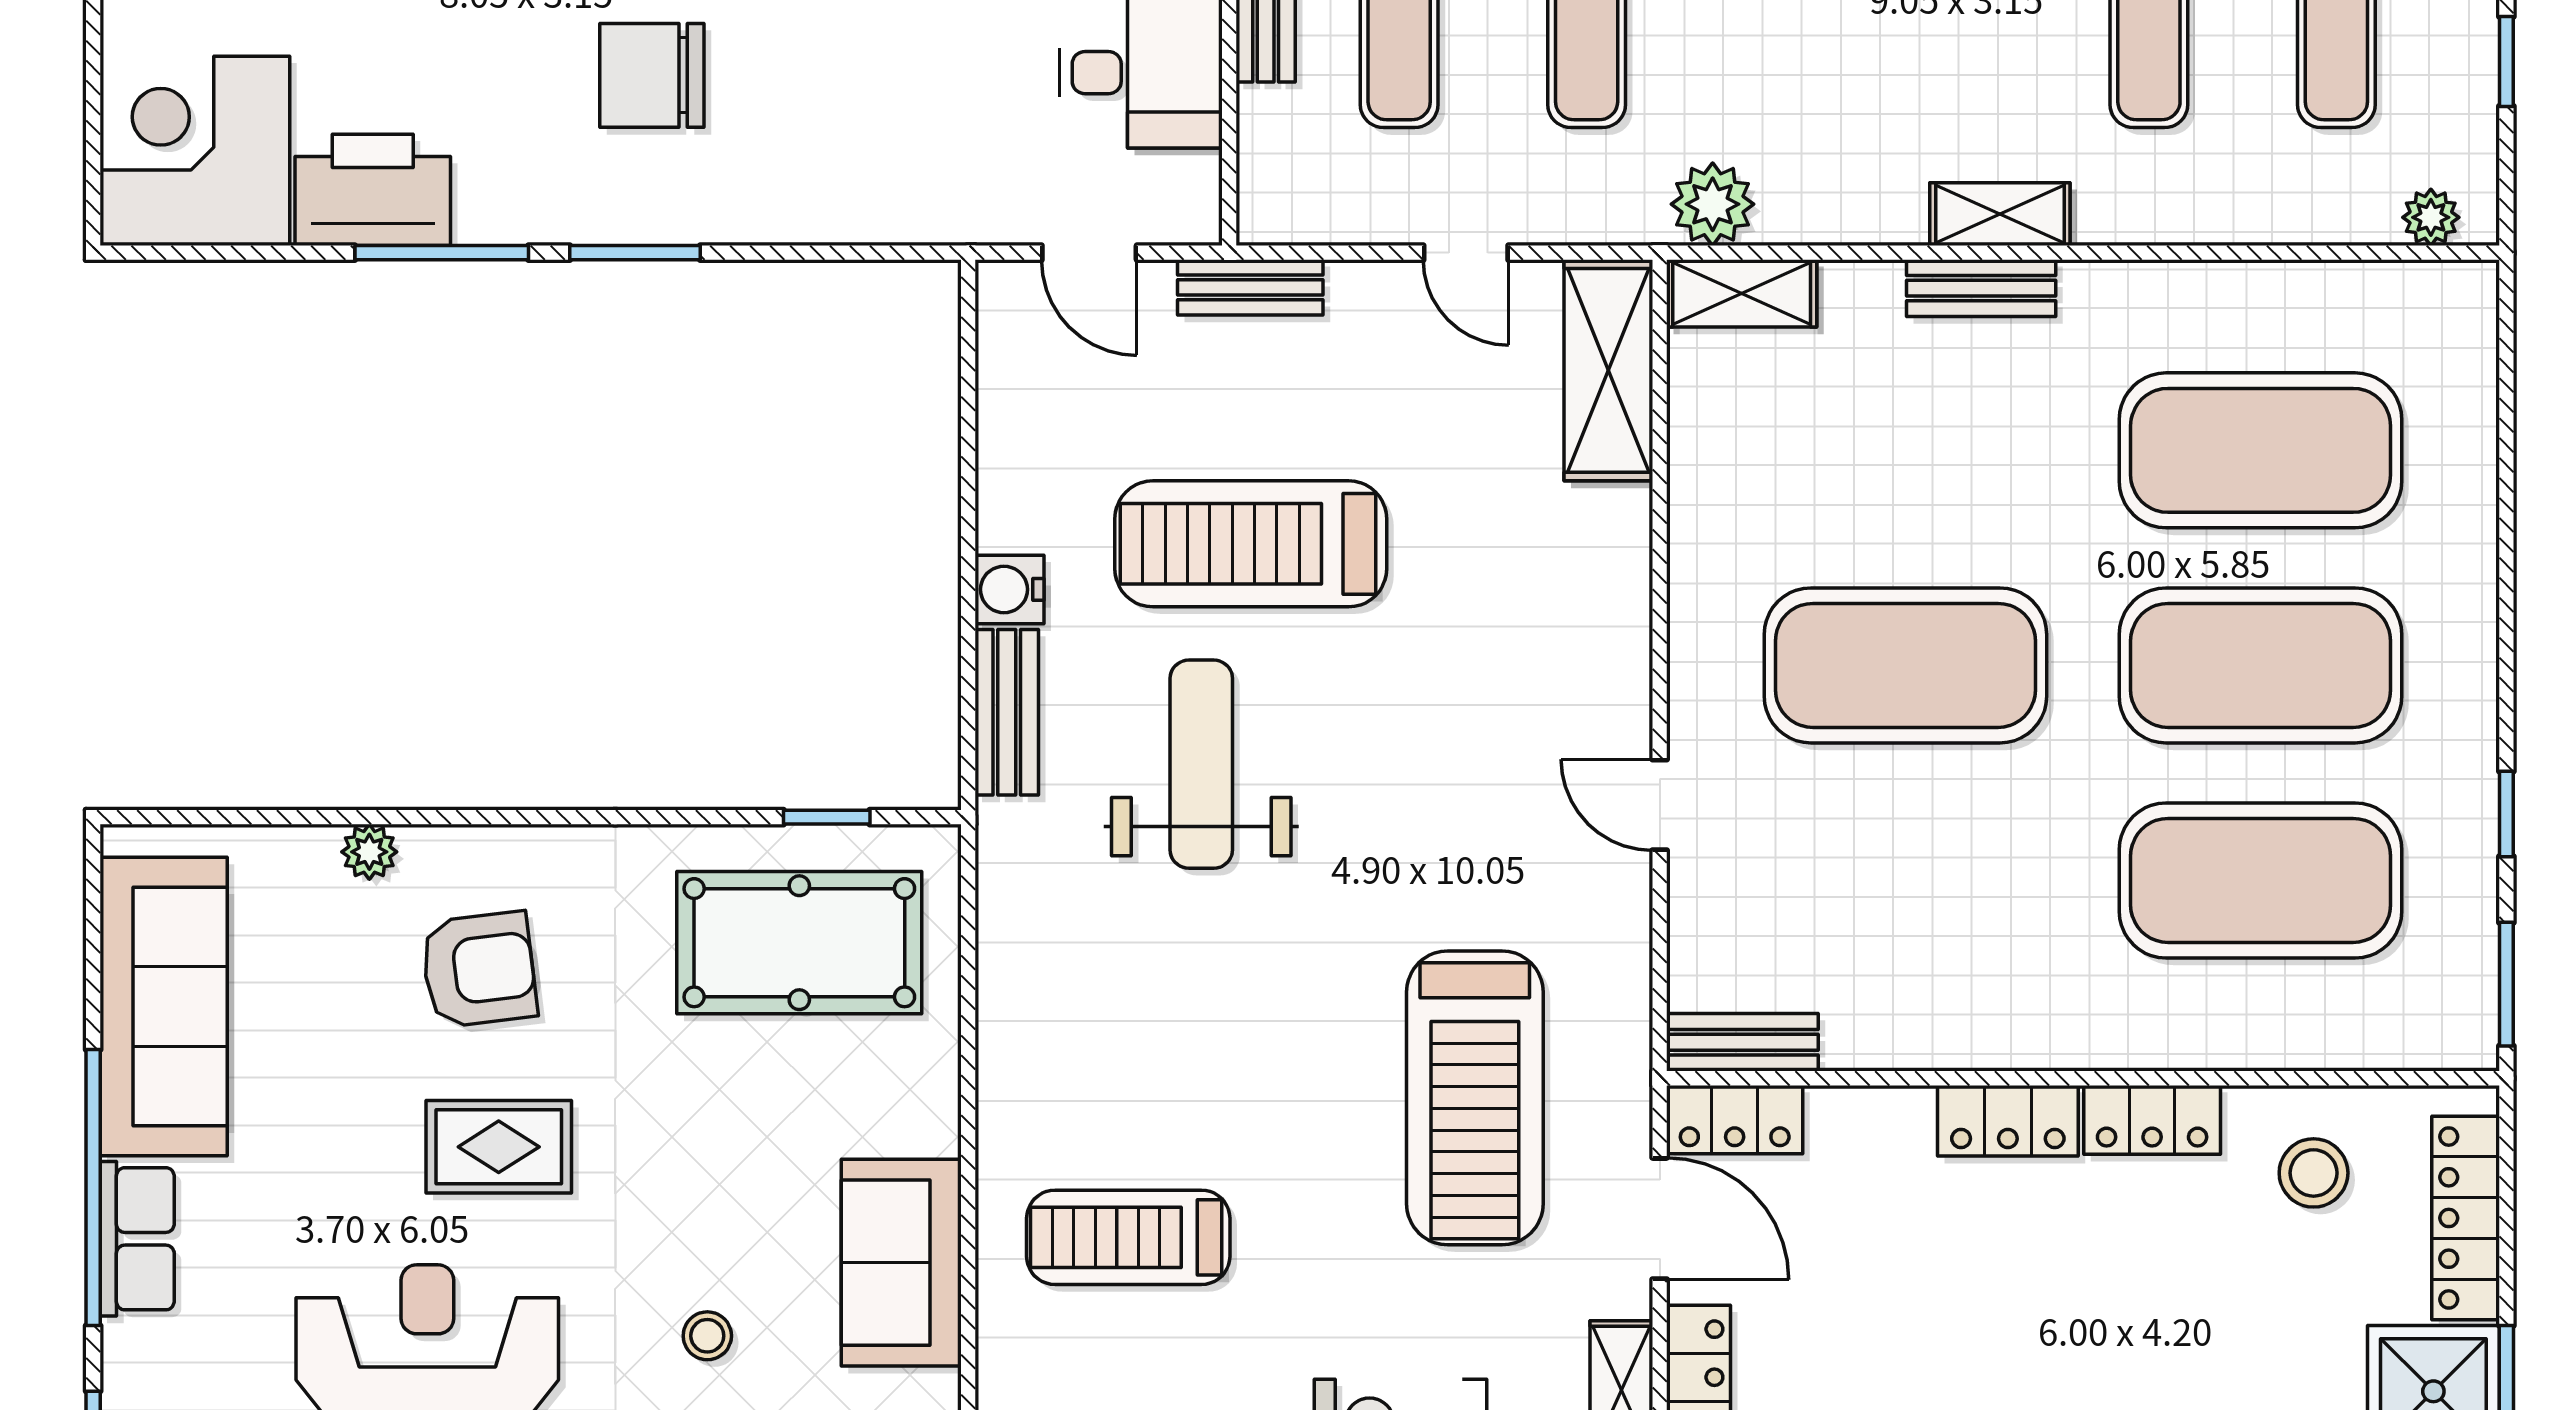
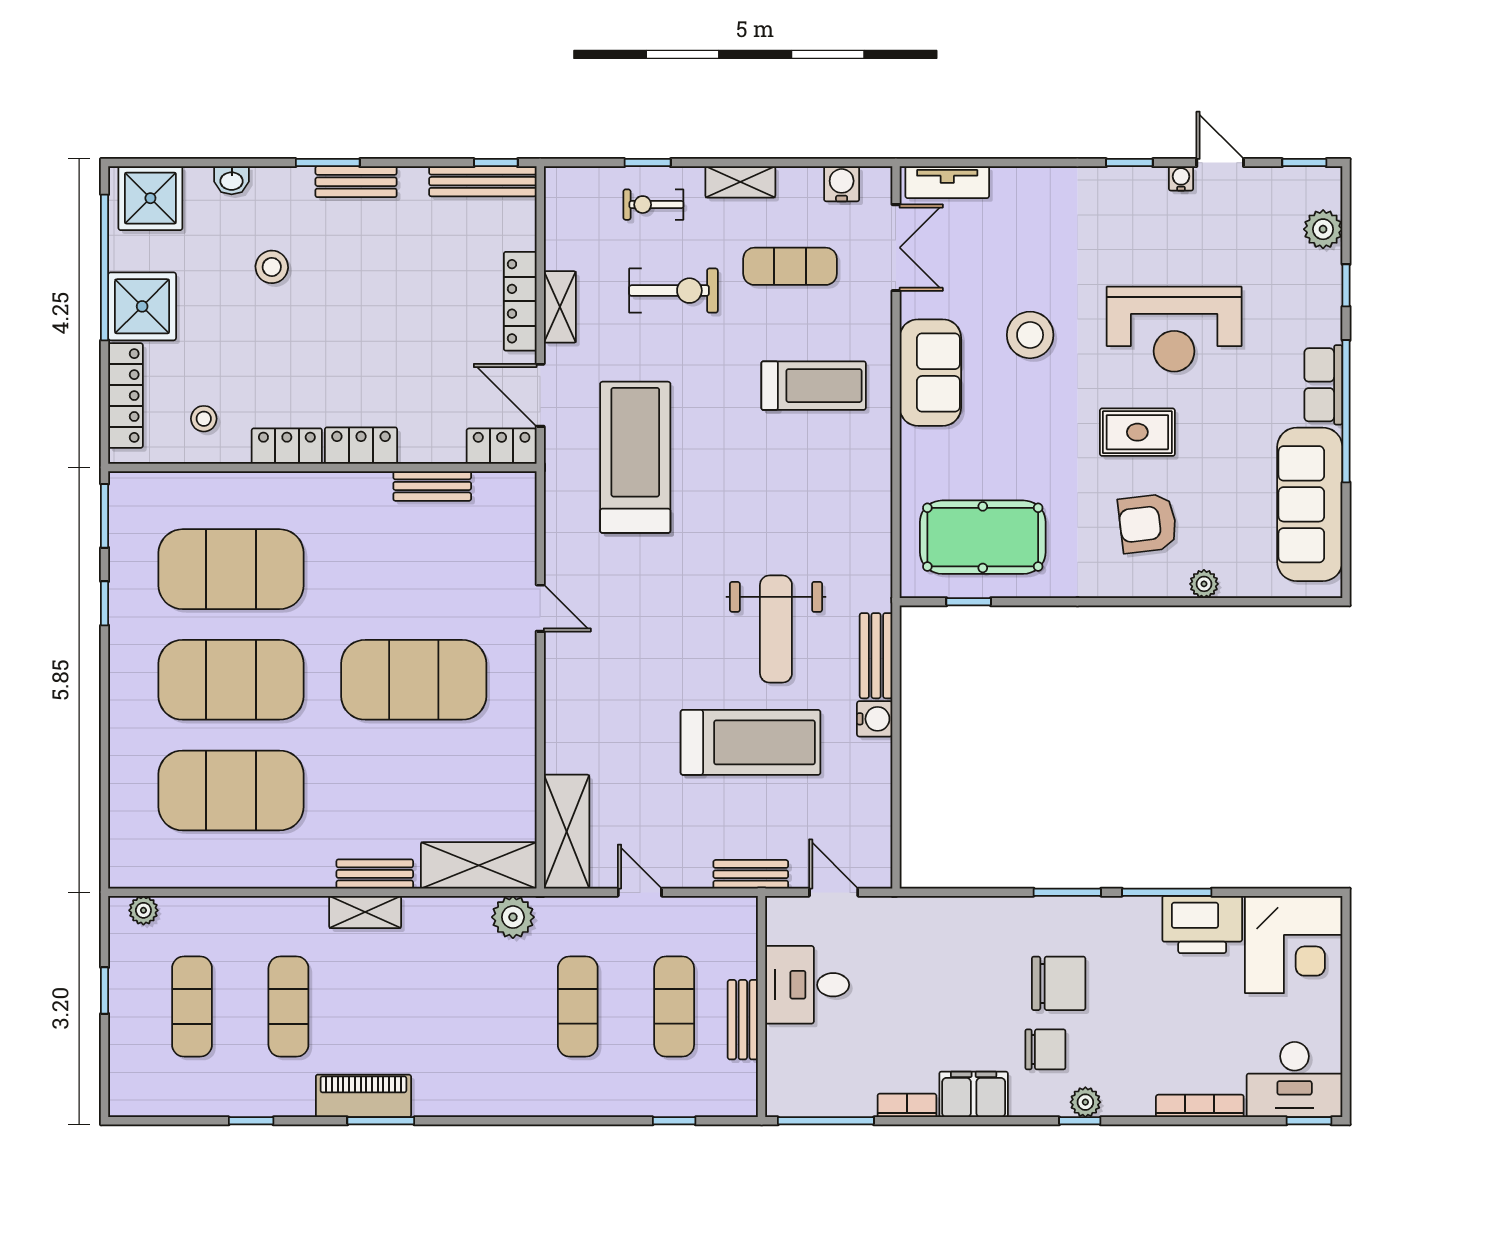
shelving: (1742, 293) -> (479, 865), width x1.50, depth x1.33
bench: (1742, 1042) -> (432, 486), moved
stool: (2314, 1173) -> (204, 419), width x0.73, depth x0.73
stool: (707, 1336) -> (1030, 335), width x1.89, depth x1.89

